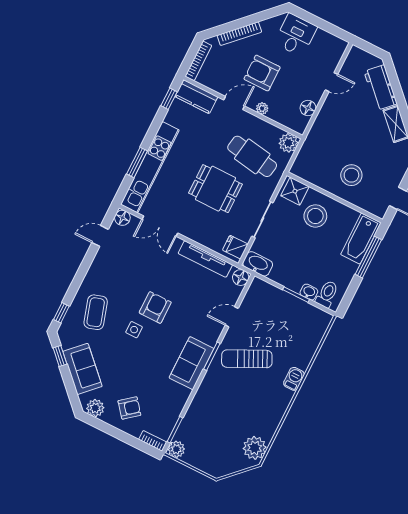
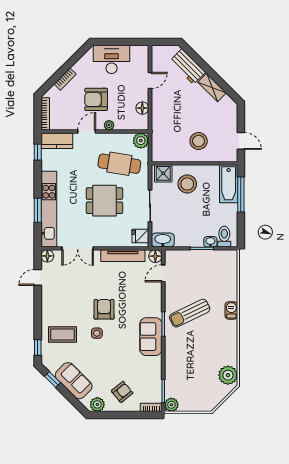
bookcase: (239, 34) -> (65, 79), width x0.64
desk: (296, 35) -> (112, 59), width x1.37
coffee table: (96, 312) -> (62, 335), turned -73
door: (232, 317) -> (163, 273), moved

